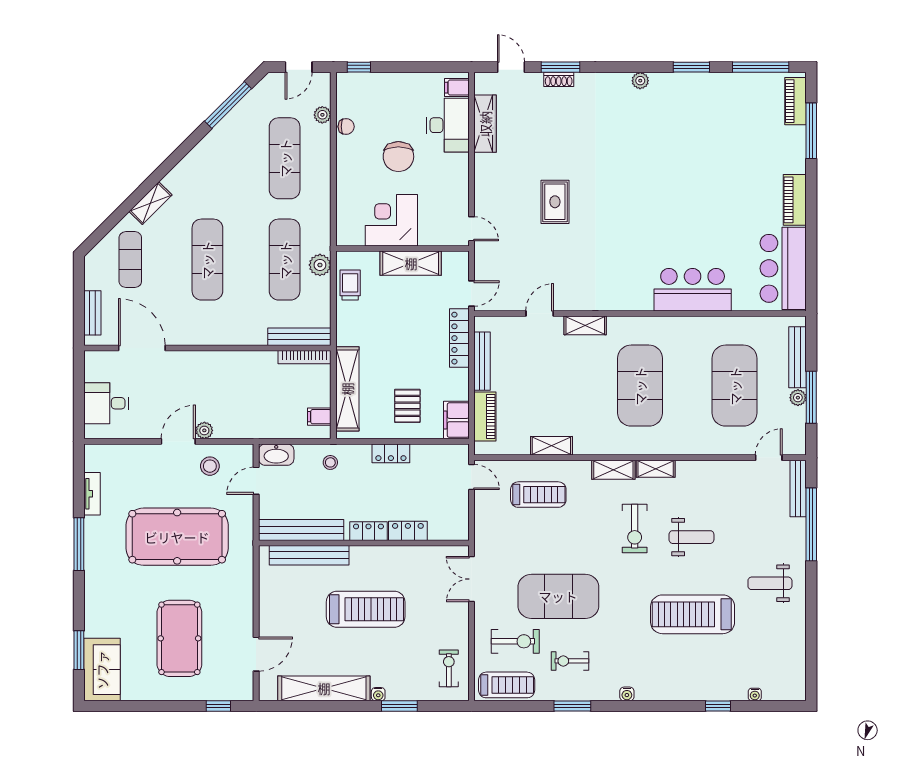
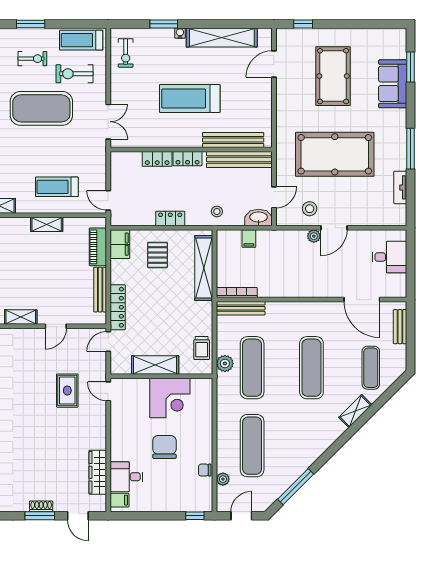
desk: (448, 125) -> (126, 477), width x0.73
rug: (555, 202) -> (67, 391), moved
filing cabinet: (319, 417) -> (249, 239), moved, turned 90
sofa: (102, 670) -> (393, 84), moved

